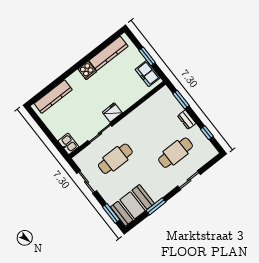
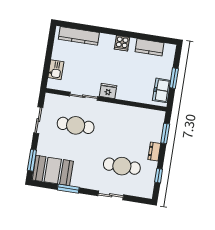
kitchen counter: (108, 53) -> (149, 47), width x0.67
kitchen sink: (68, 144) -> (56, 70), moved

